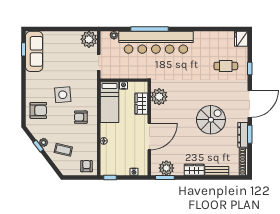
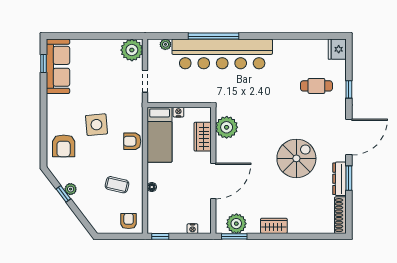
armchair: (38, 110) -> (64, 146), turned 90
armchair: (81, 117) -> (132, 141), moved
coffee table: (63, 150) -> (117, 185), moved
bench: (217, 171) -> (304, 227), removed

